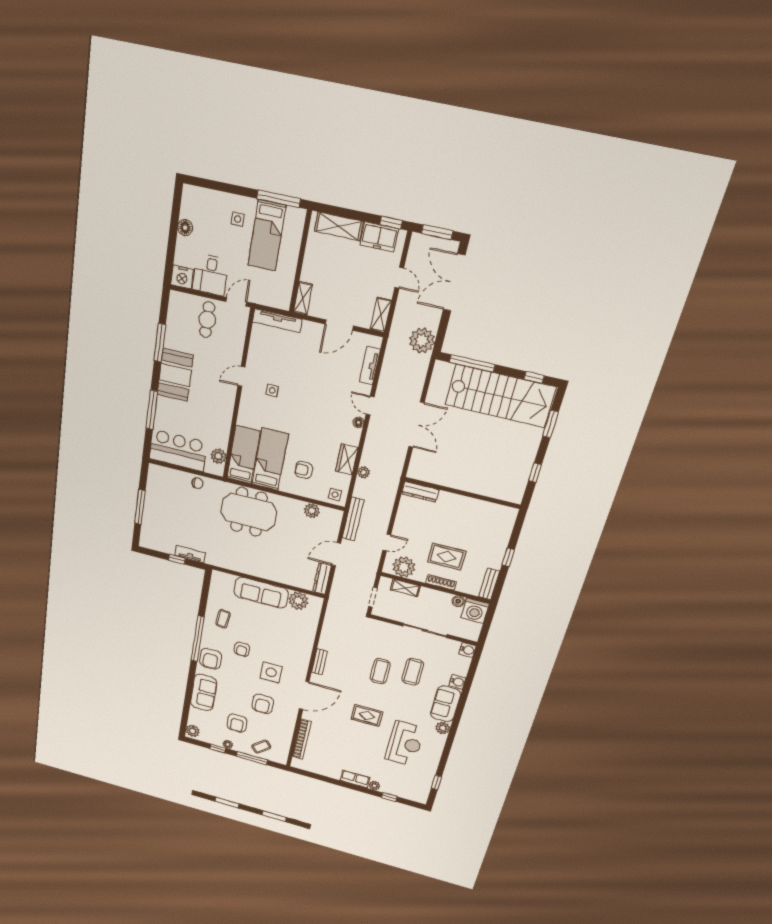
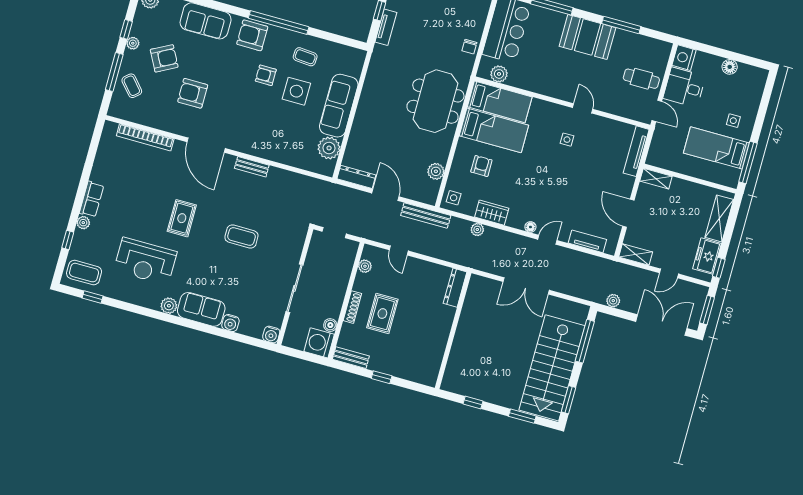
plant: (422, 341) -> (613, 301), width x0.53, depth x0.53
window: (534, 377) -> (569, 400), width x1.50
plant: (404, 567) -> (365, 266), width x0.53, depth x0.53
shelving: (405, 588) -> (346, 268), removed
side table: (271, 672) -> (296, 91), moved
coffee table: (413, 672) -> (84, 273), moved
armchair: (237, 723) -> (164, 58), turned 152

